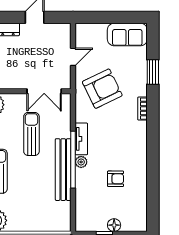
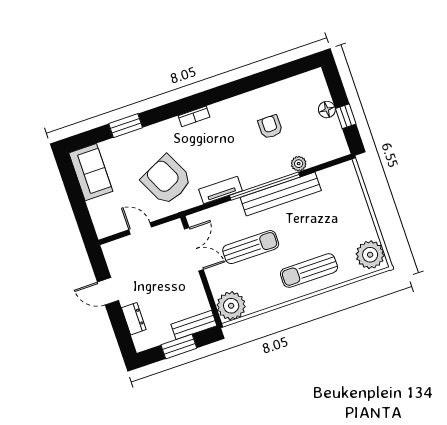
bookcase: (142, 109) -> (194, 116), moved
sun lounger: (31, 134) -> (251, 247), turned 180
tv unit: (81, 139) -> (221, 190), moved
plant: (81, 162) -> (299, 164), moved

